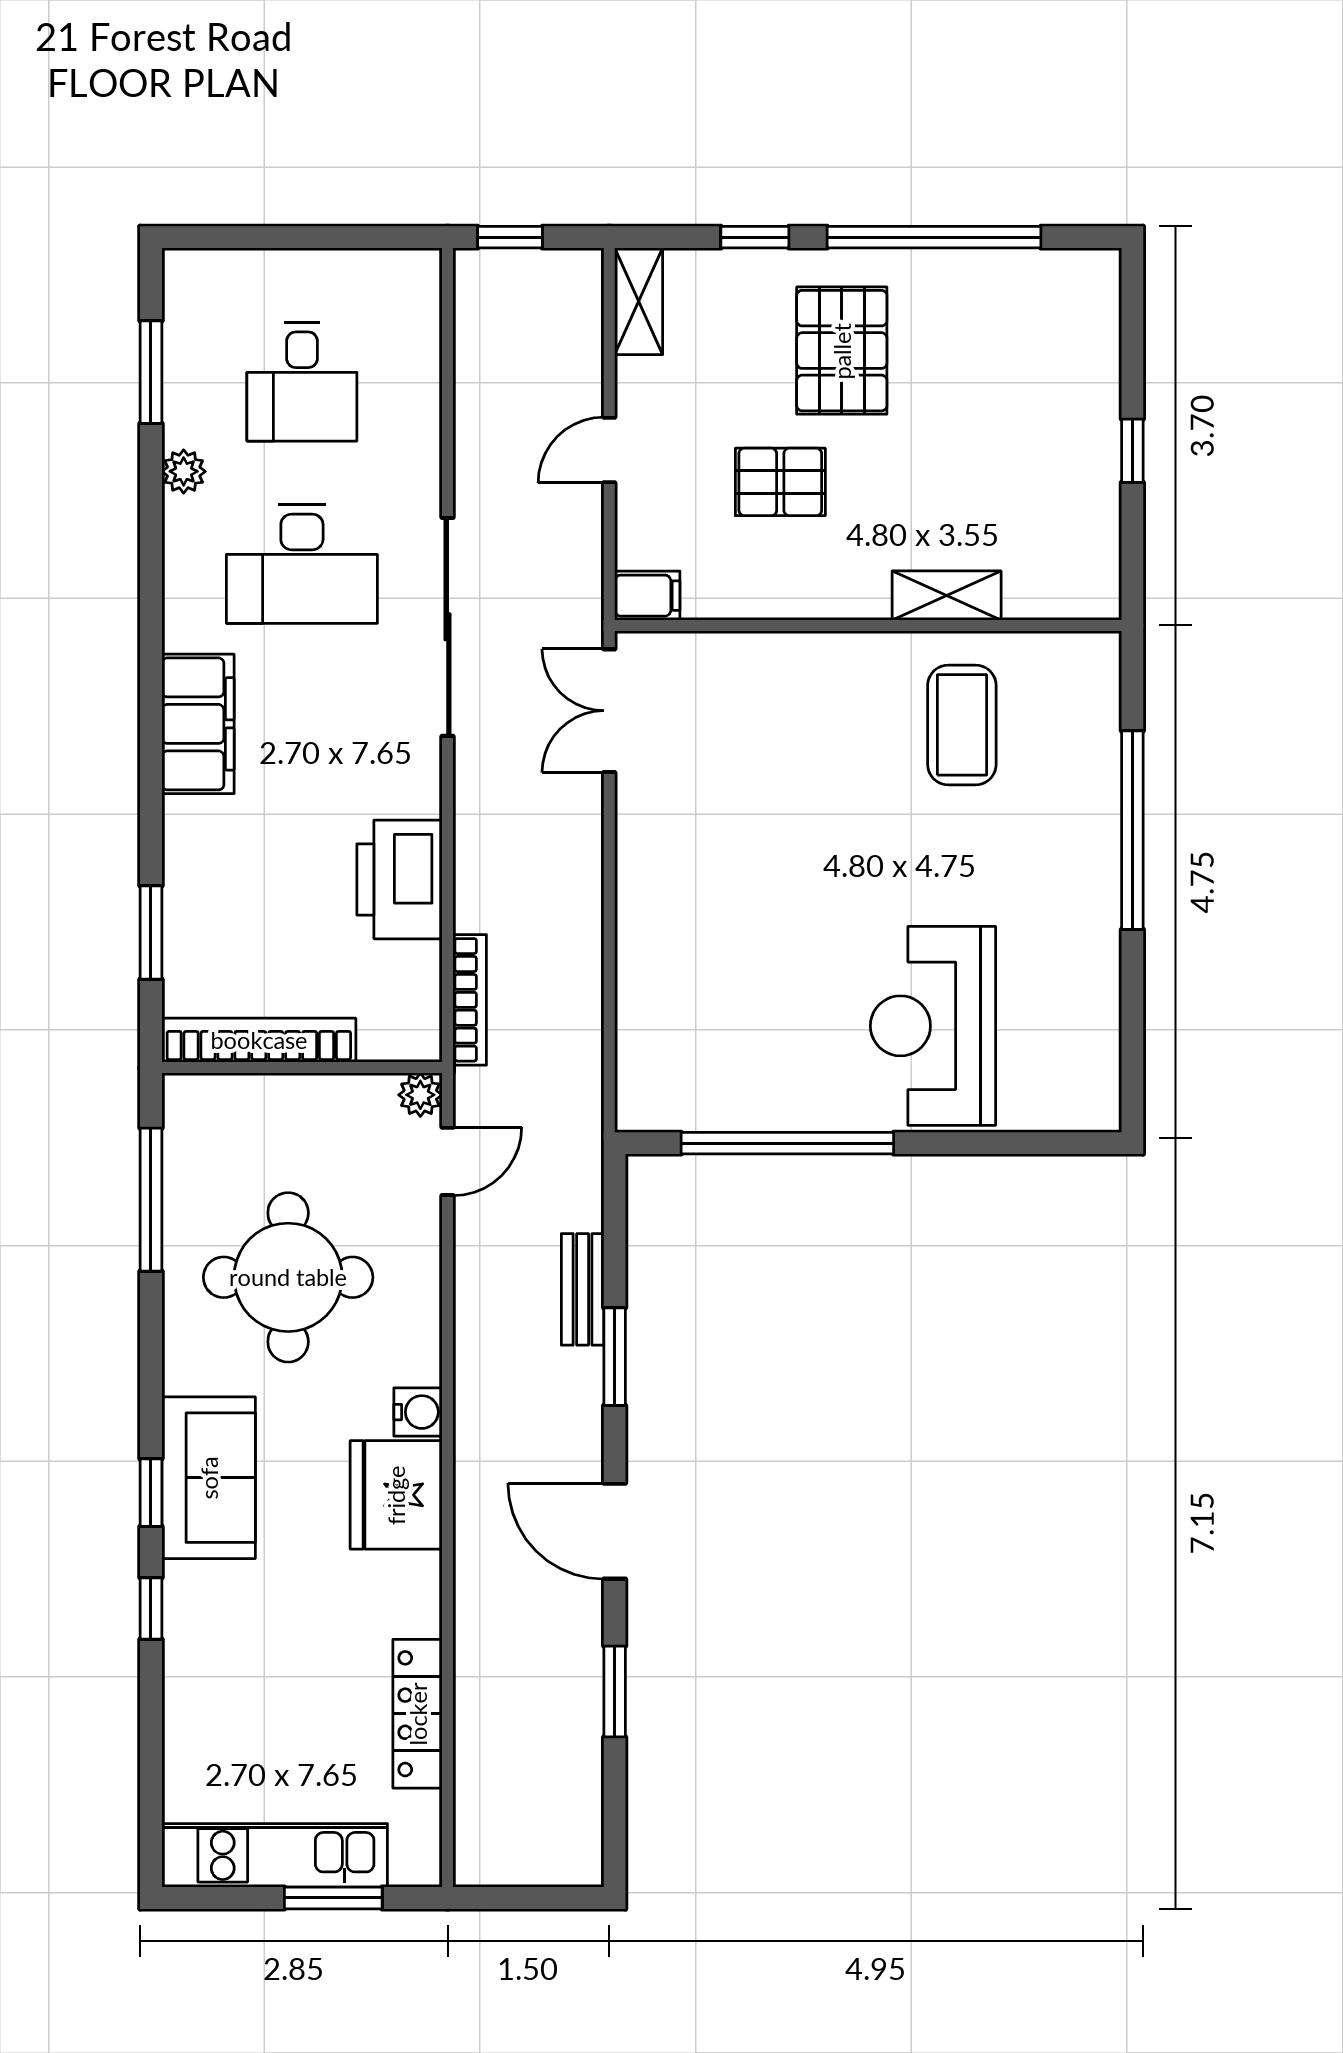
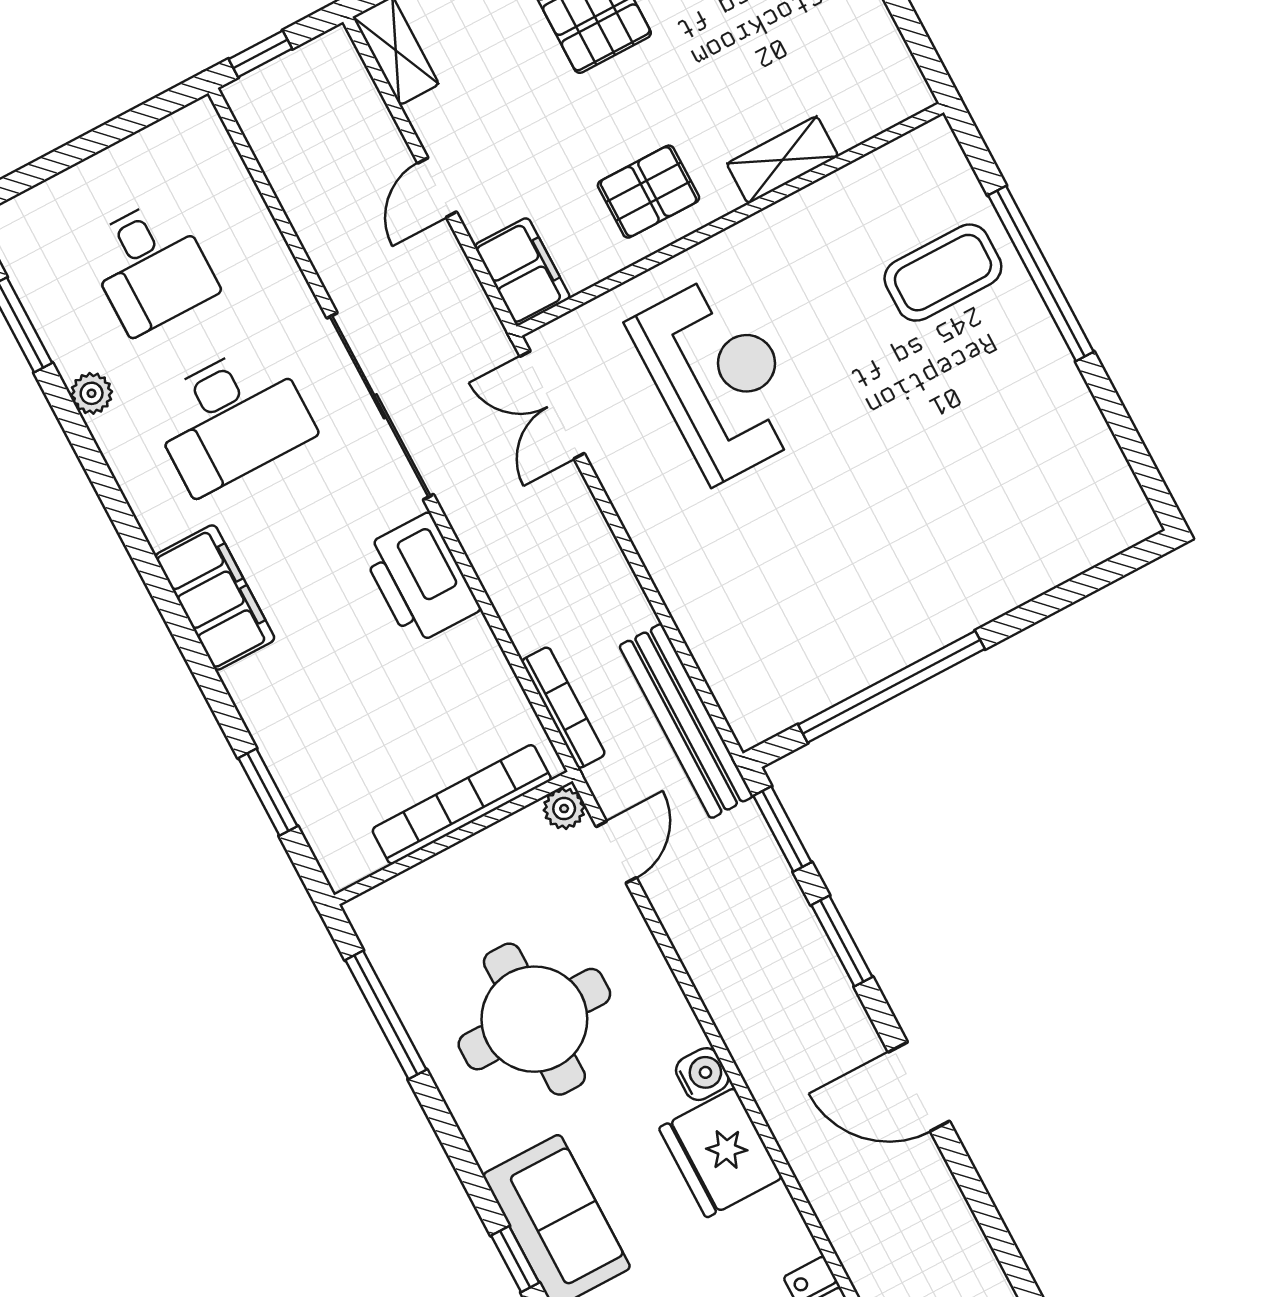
pallet: (780, 482) -> (648, 192), moved
filing cabinet: (647, 596) -> (522, 272), width x2.00
coffee table: (962, 725) -> (943, 273), moved, turned 90
printer: (400, 879) -> (420, 579), moved
reception desk: (933, 1026) -> (719, 378), moved, turned 180
bookcase: (259, 1040) -> (462, 804), moved
bench: (583, 1289) -> (686, 721), moved, width x1.86, depth x1.21
window: (615, 1691) -> (782, 829), moved

